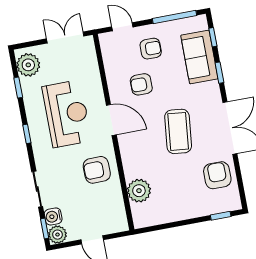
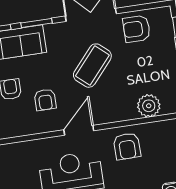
window: (219, 73) -> (36, 23), width x1.50
coffee table: (178, 131) -> (92, 66), turned -55

